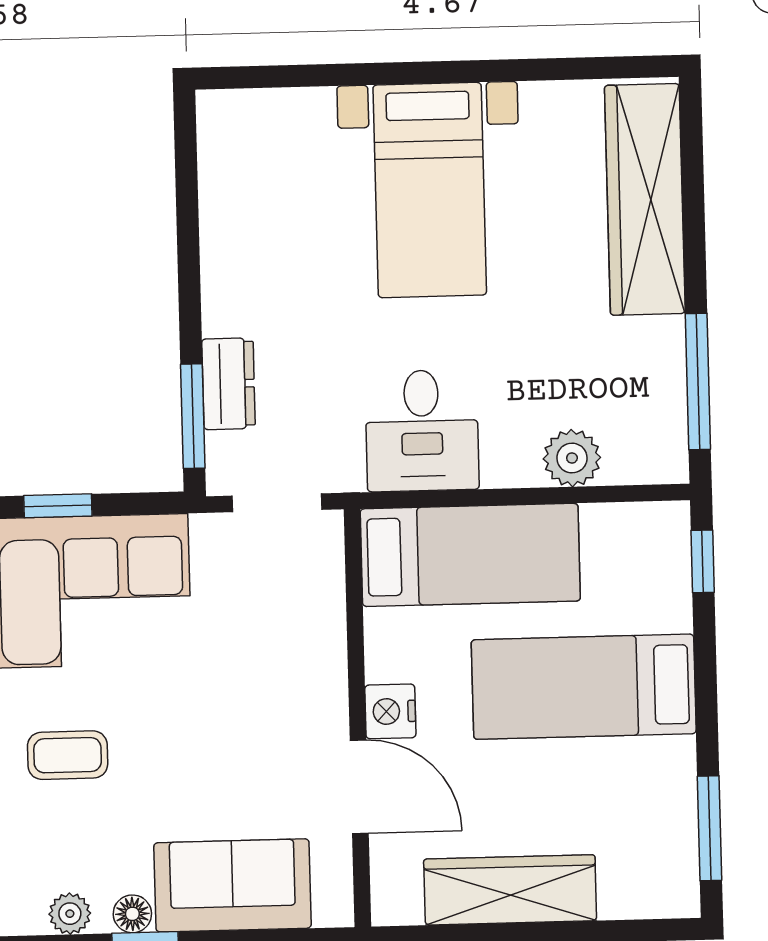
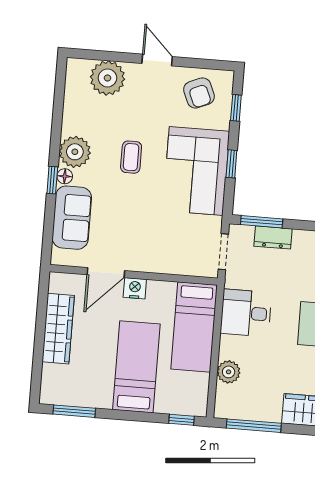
plant: (70, 914) -> (75, 152), width x1.87, depth x1.87

